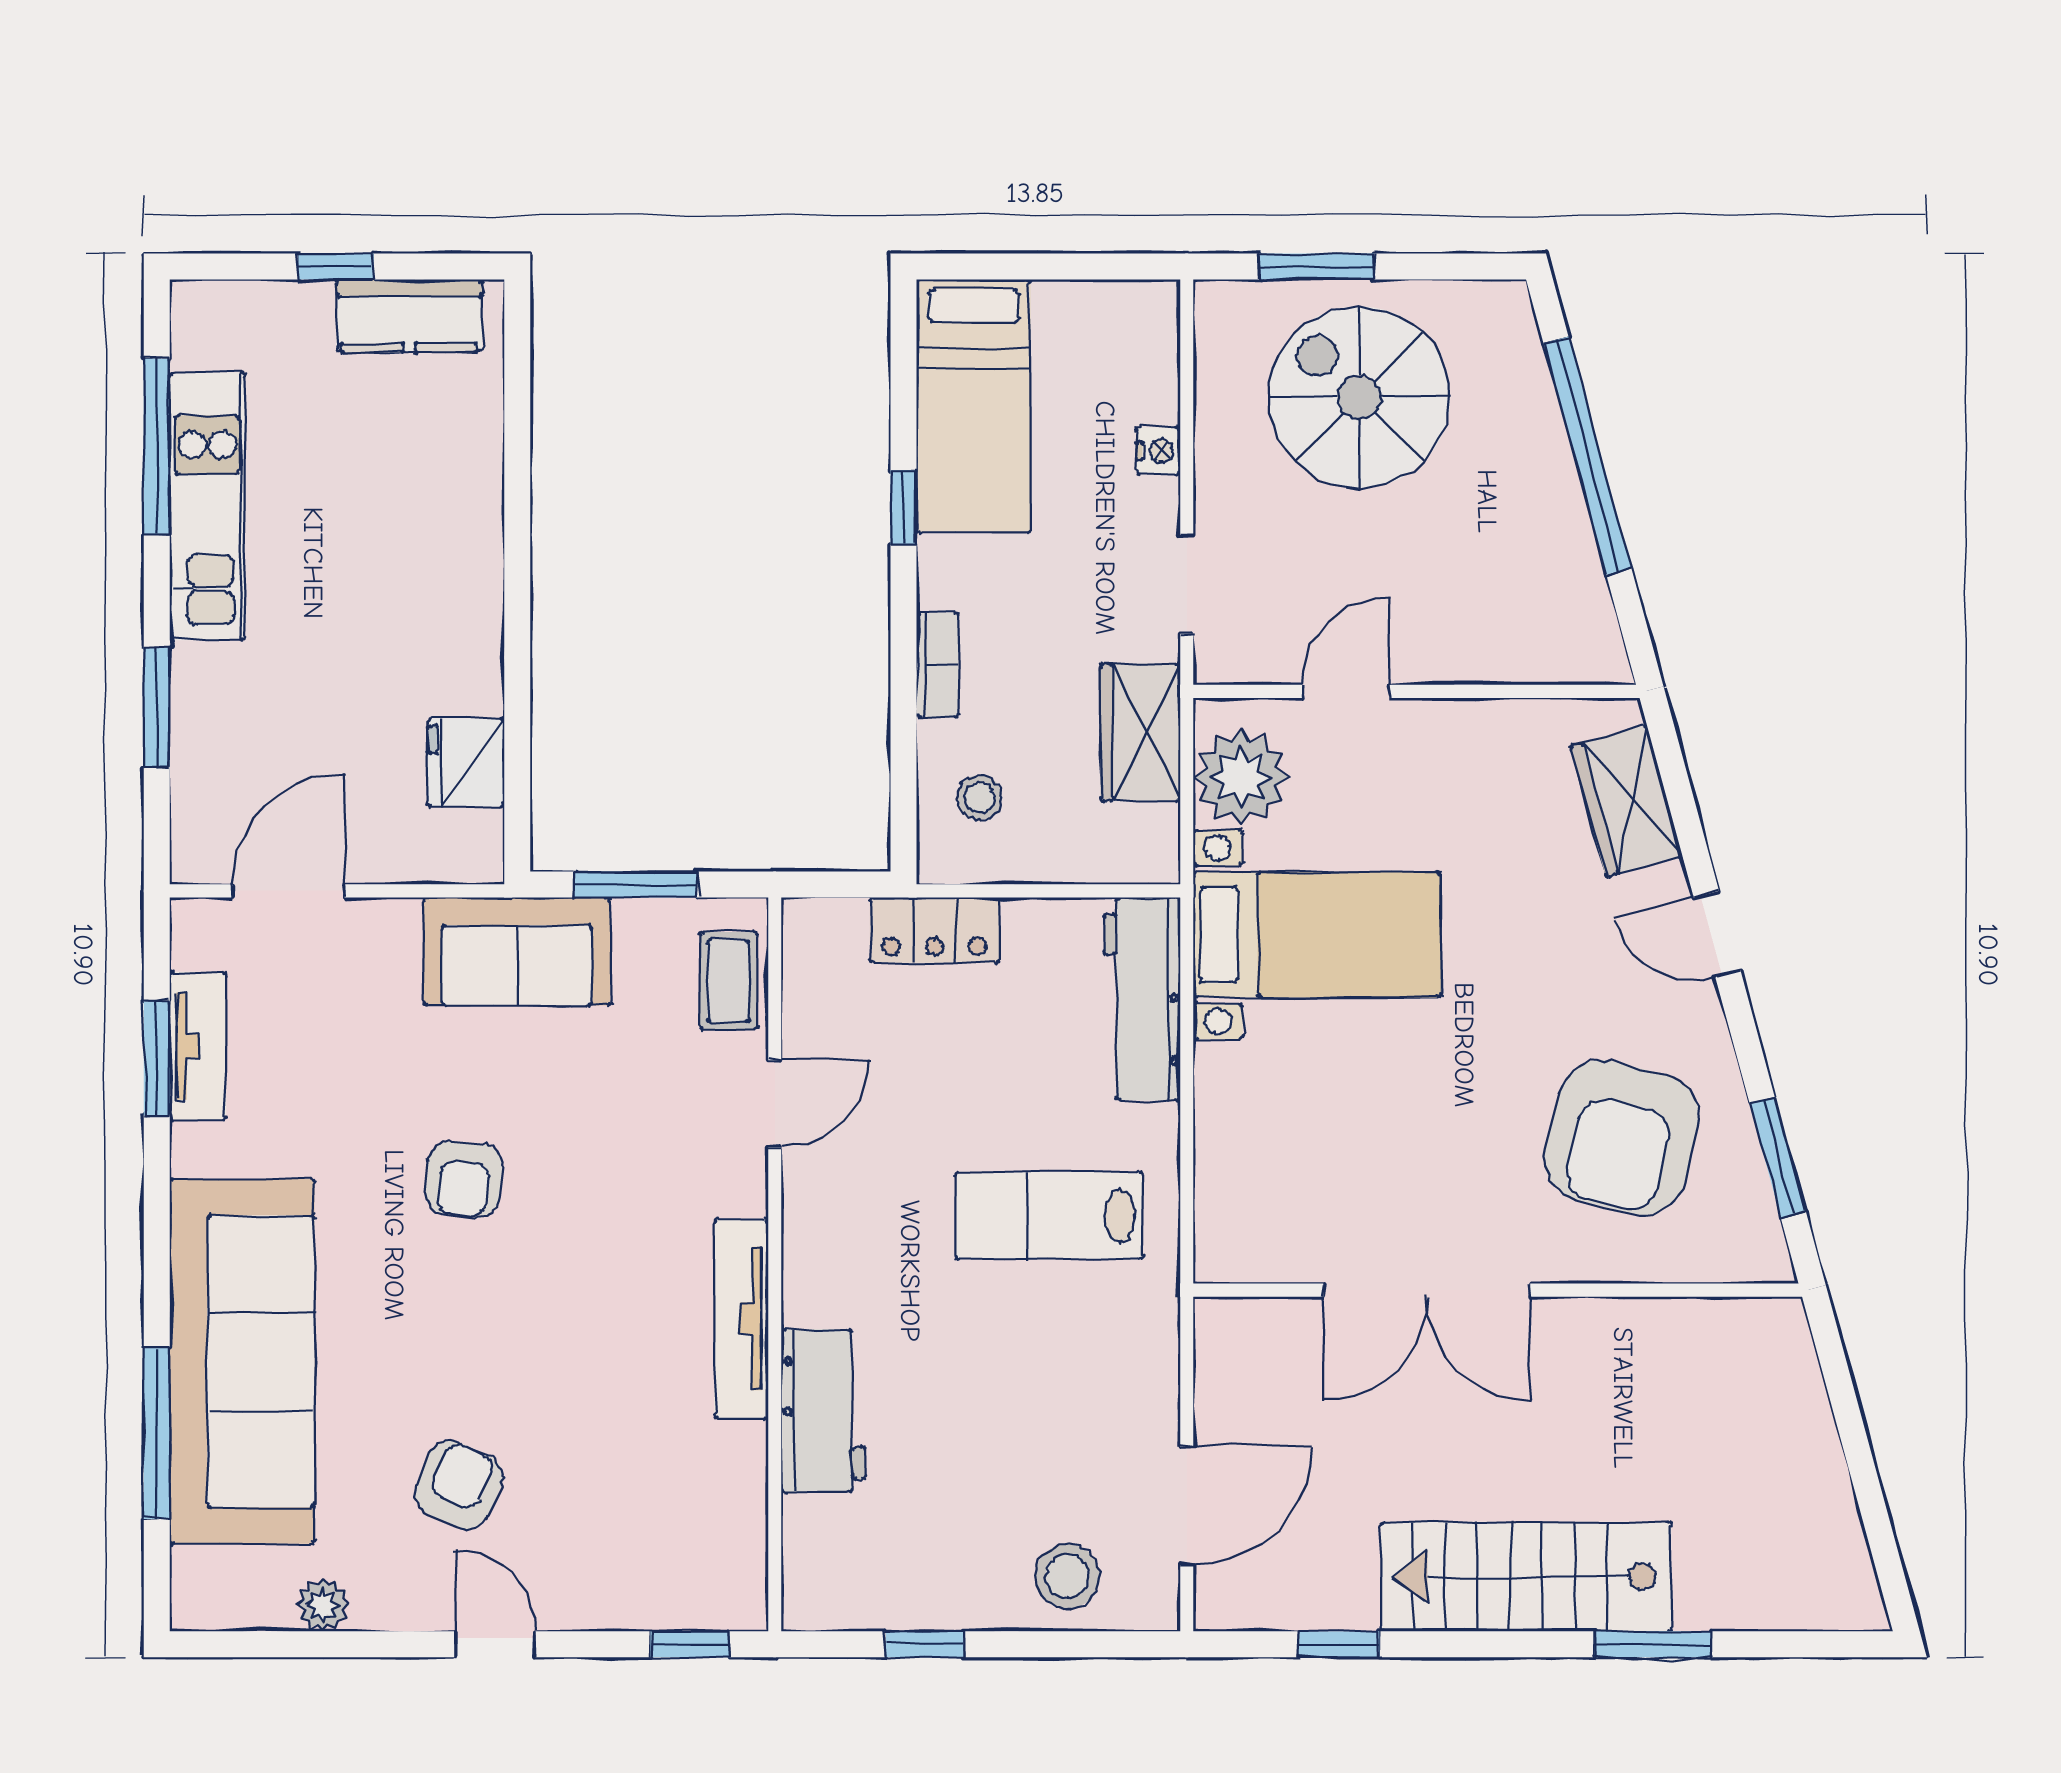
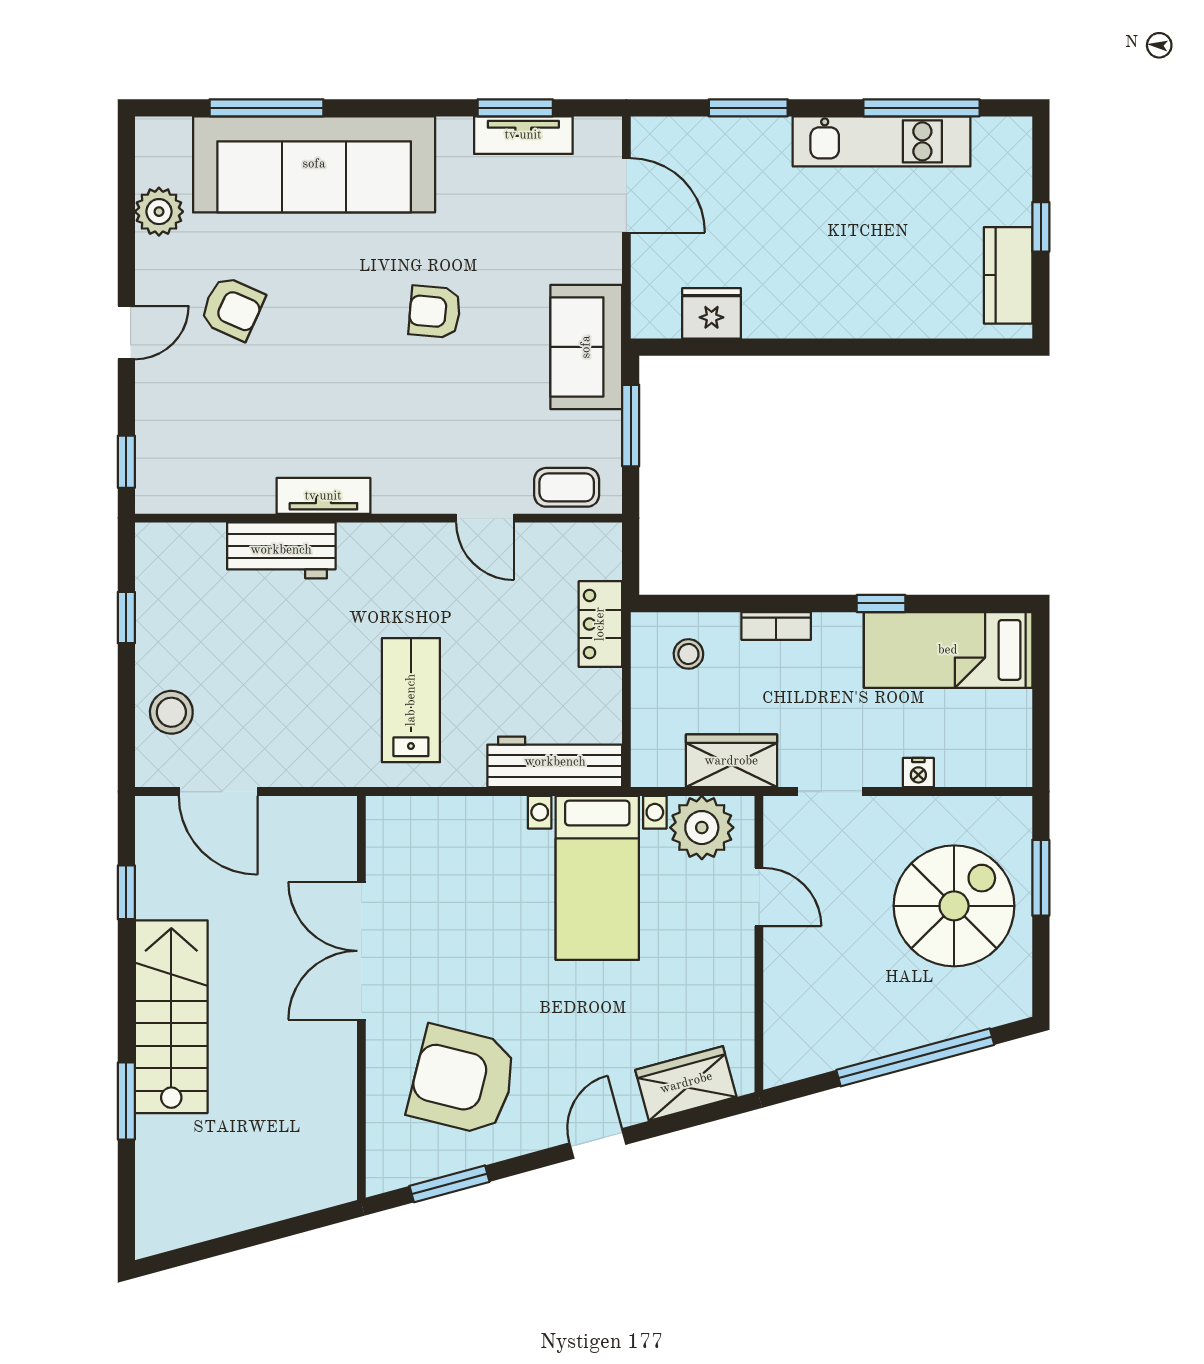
tv unit: (741, 1318) -> (323, 496), width x0.71
plant: (323, 1605) -> (159, 212), width x1.38, depth x1.38

